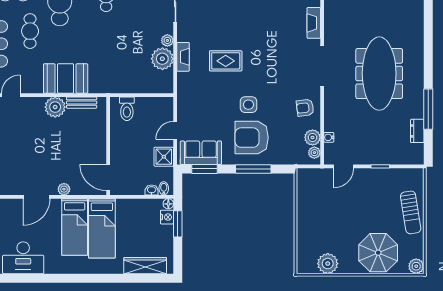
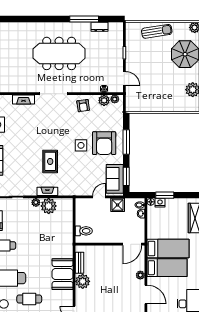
door: (175, 130) -> (99, 197), swing flipped

